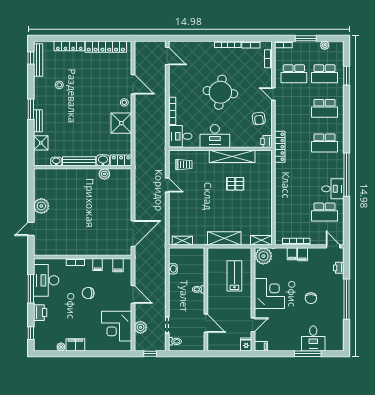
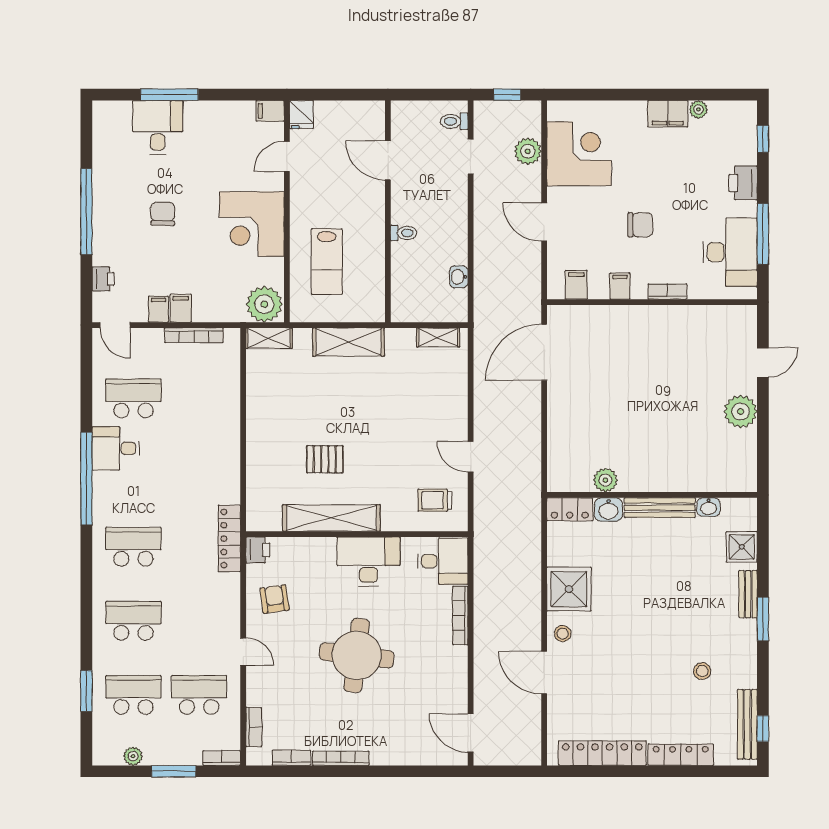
filing cabinet: (292, 254) -> (158, 309), moved

